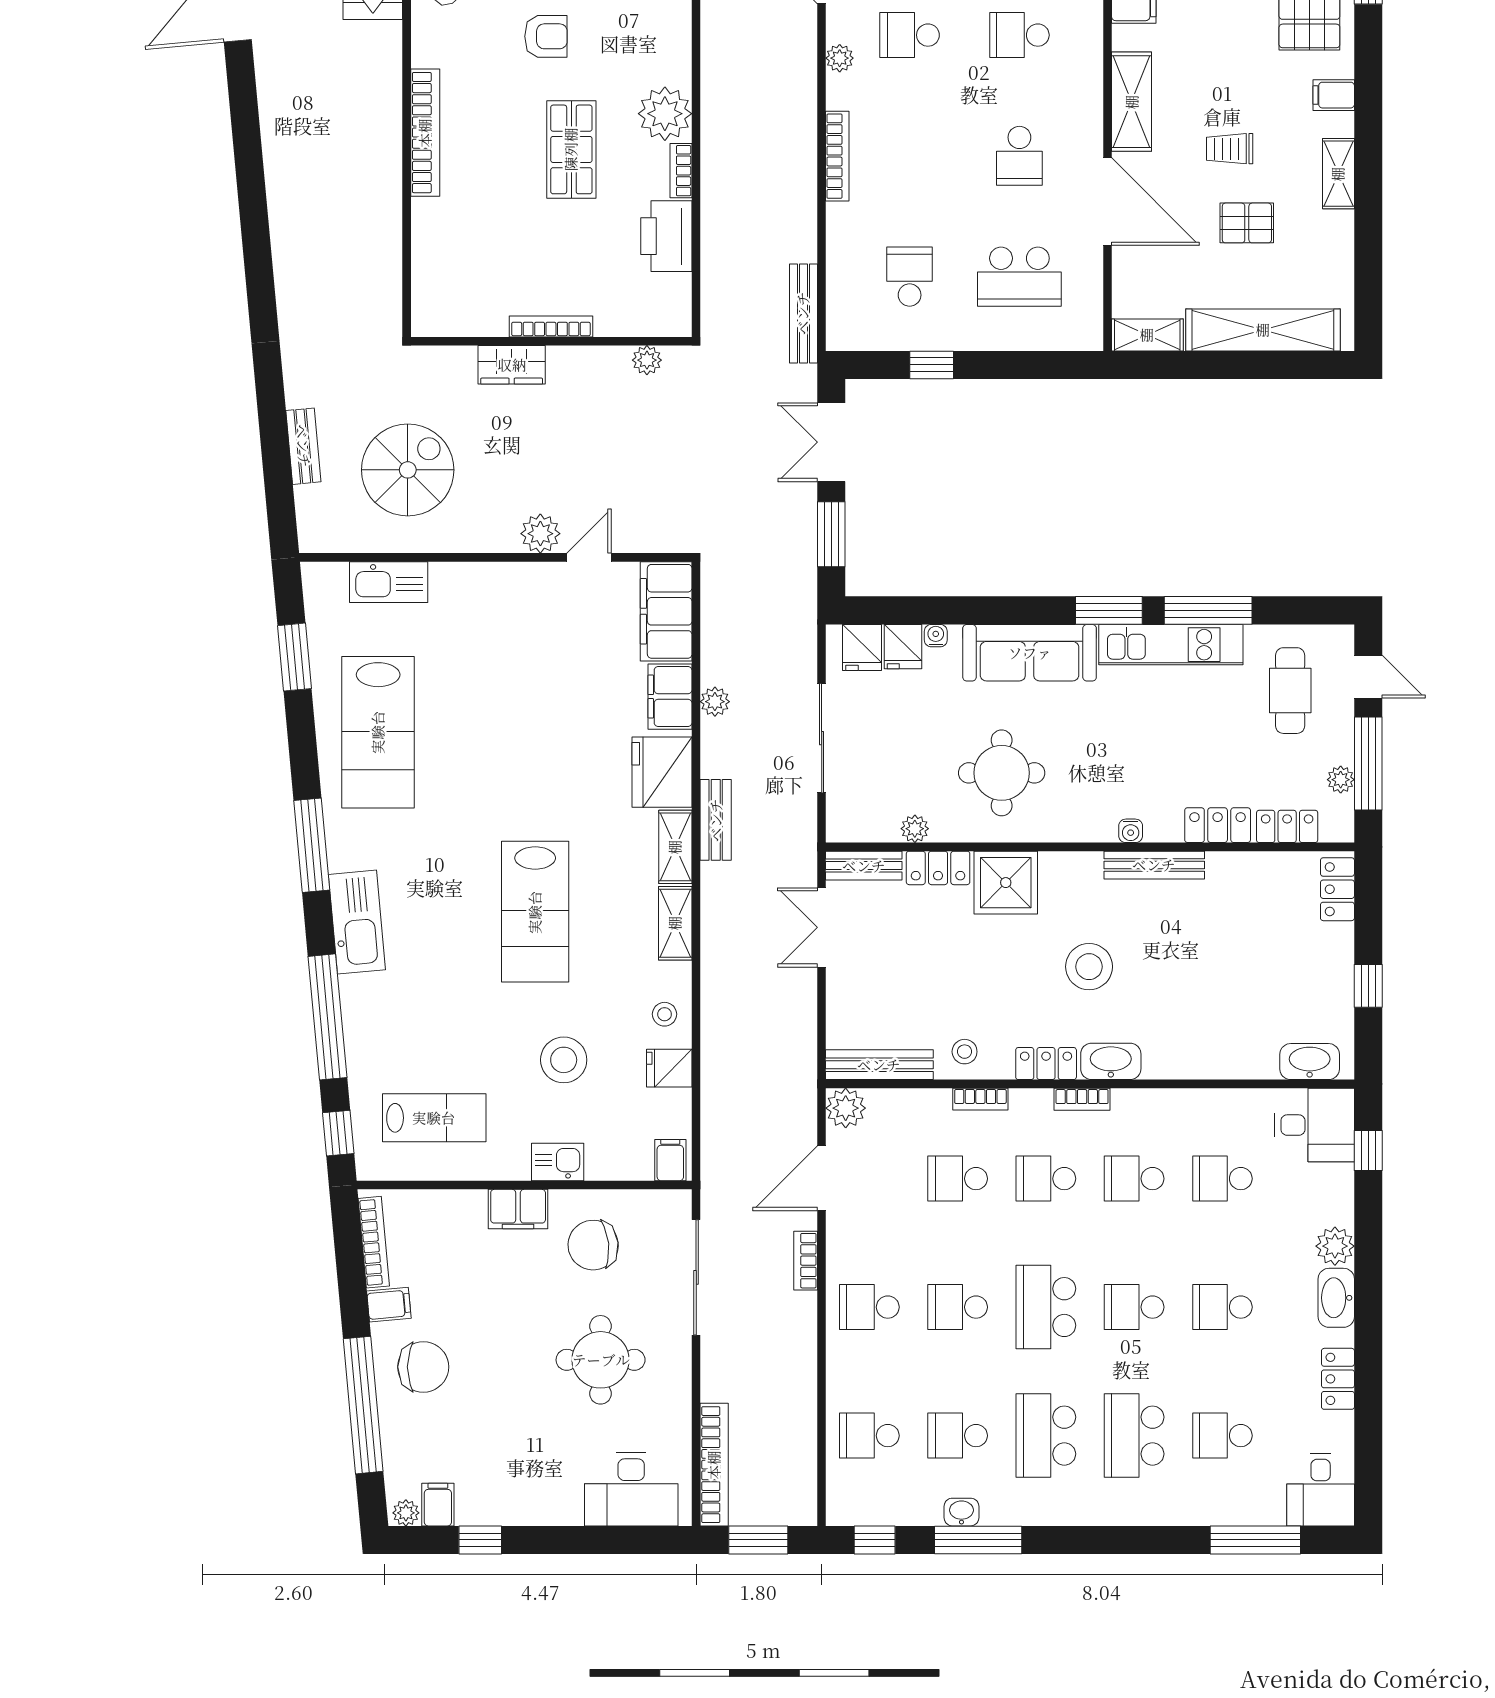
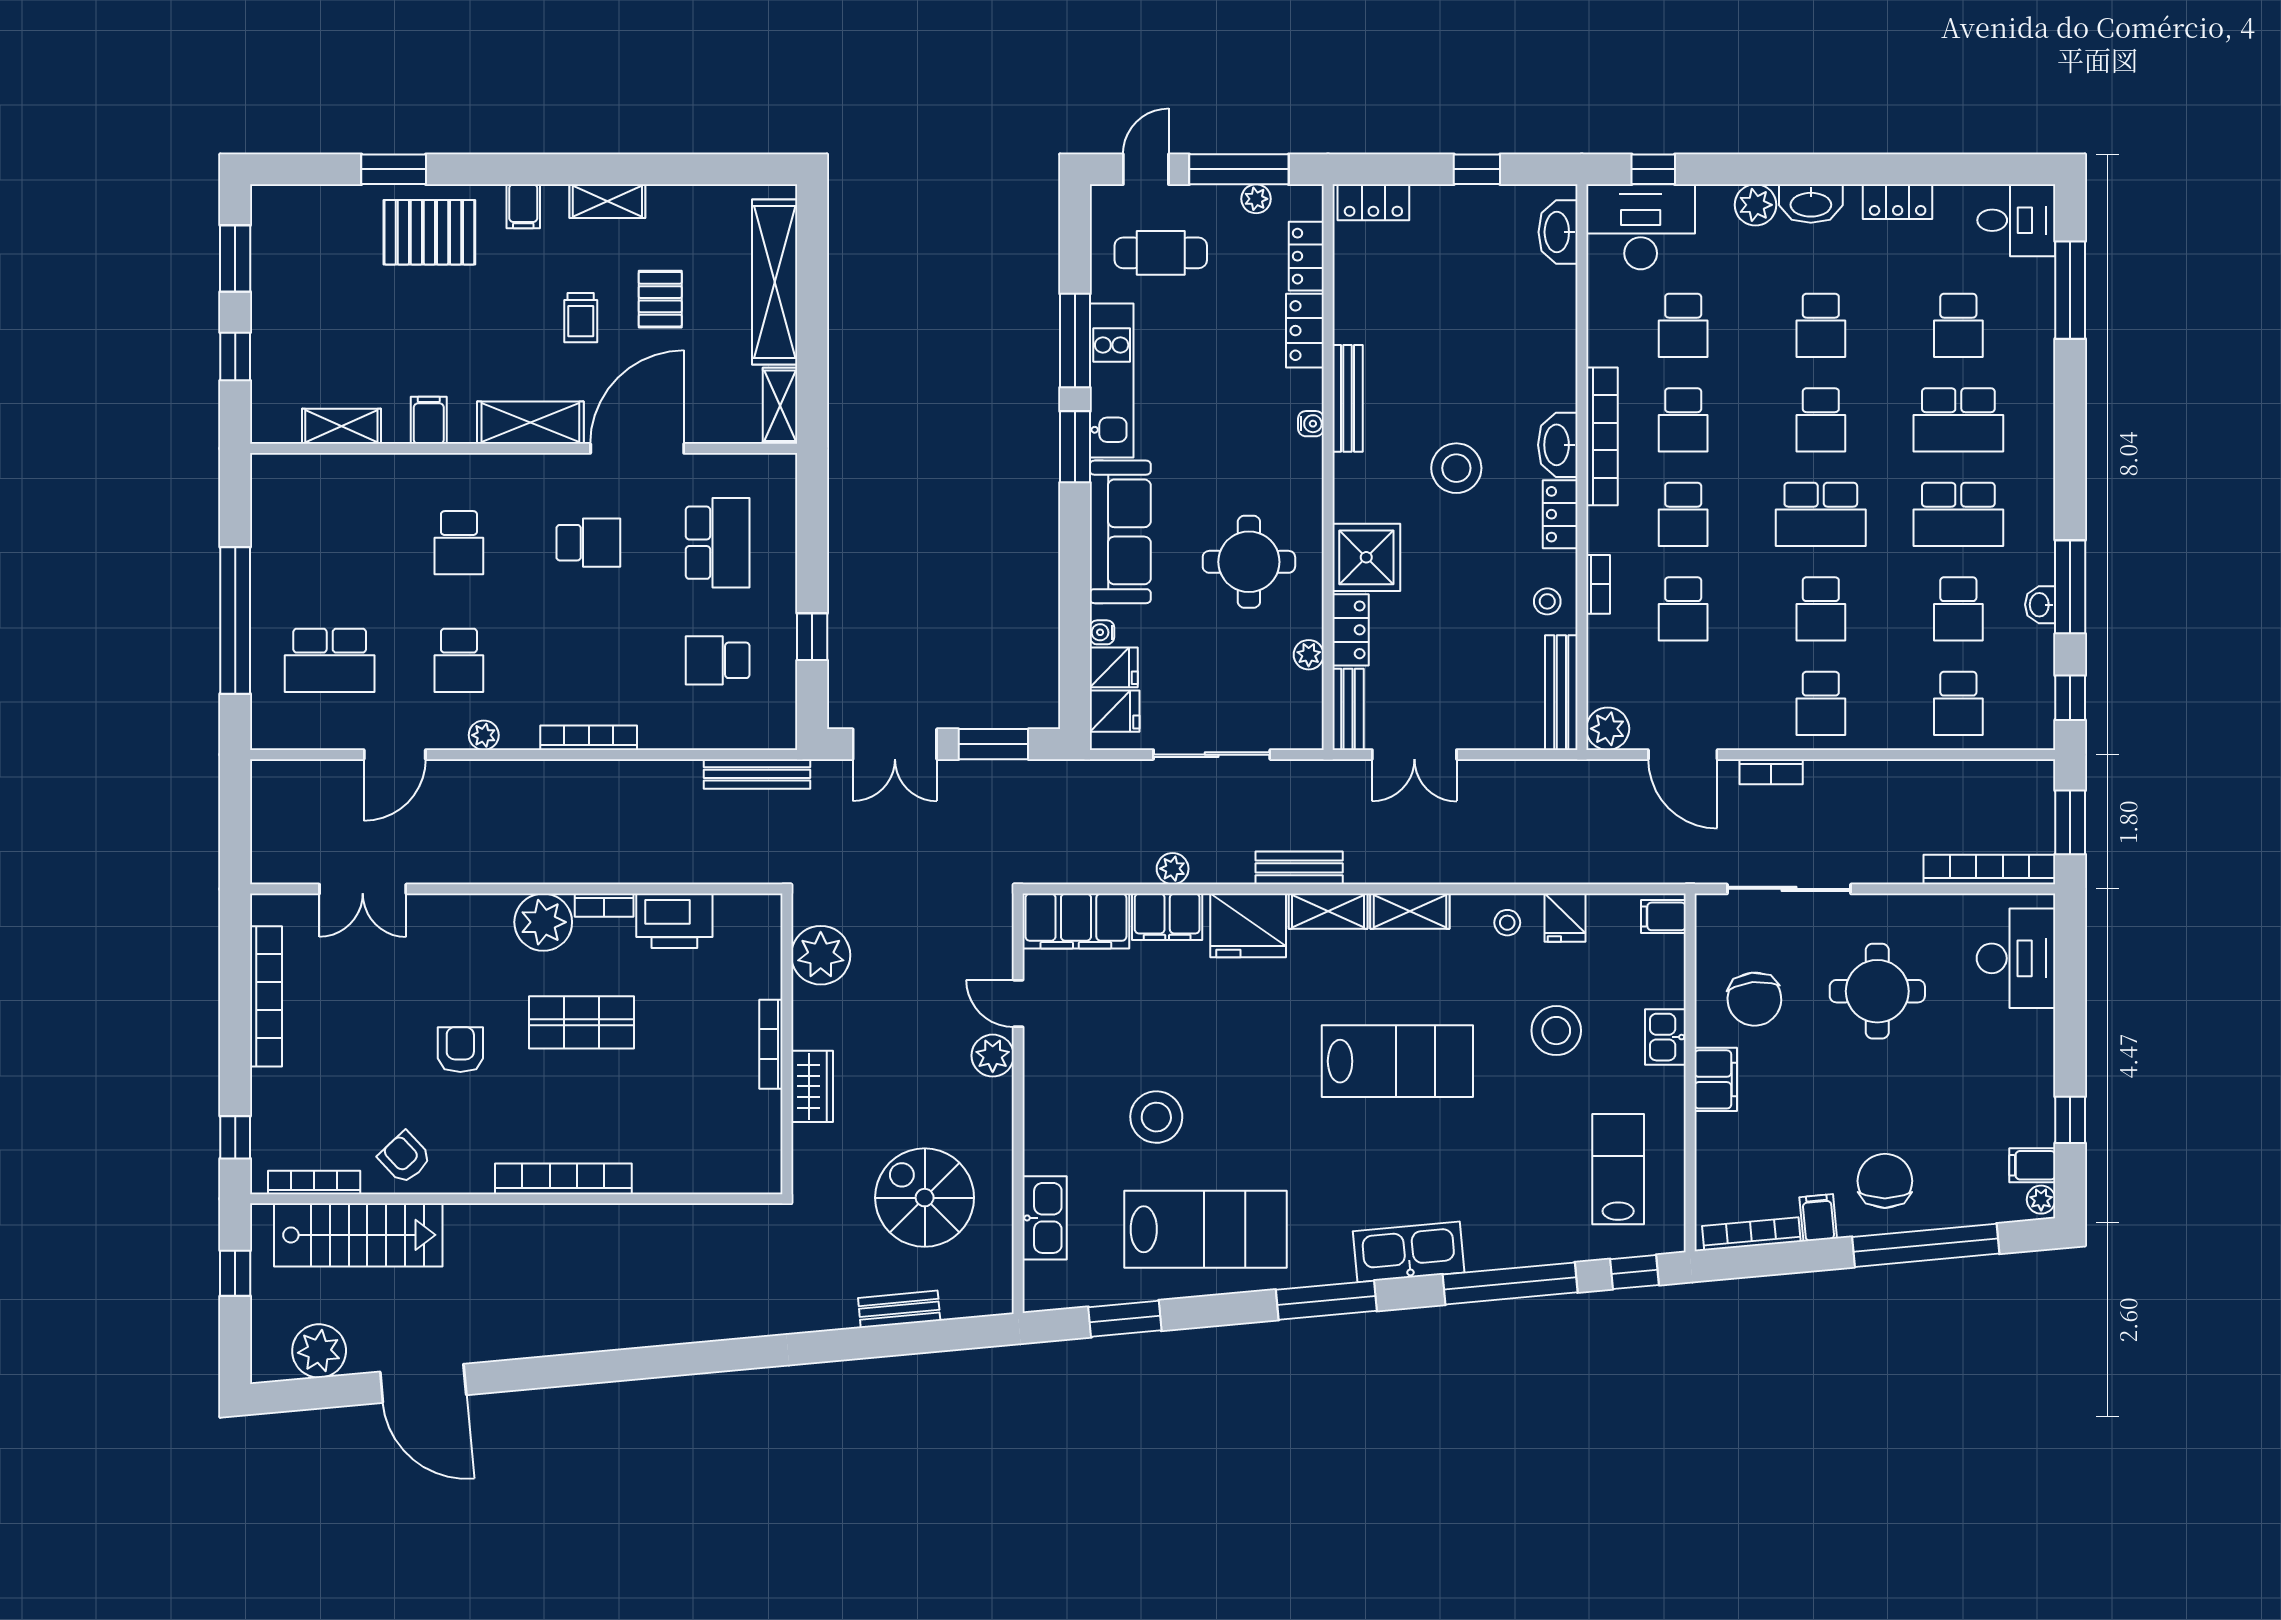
plant: (647, 360) -> (821, 955), width x1.88, depth x1.88
stool: (483, 686) -> (1156, 1117), added
bookcase: (1082, 1099) -> (1602, 436), width x2.31, depth x1.31
desk: (1314, 1125) -> (1641, 227), width x1.37

